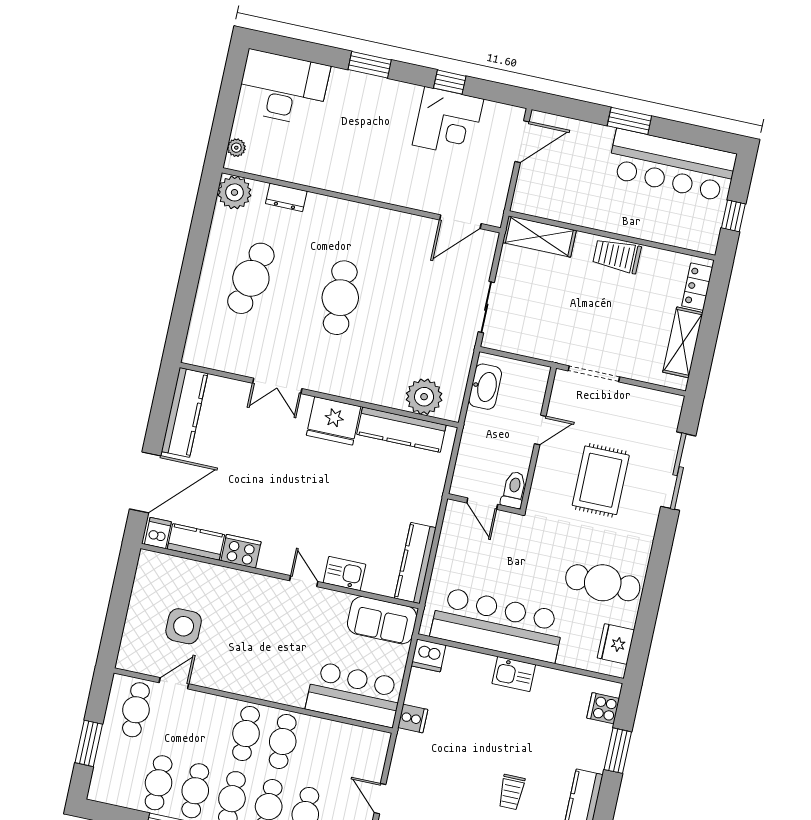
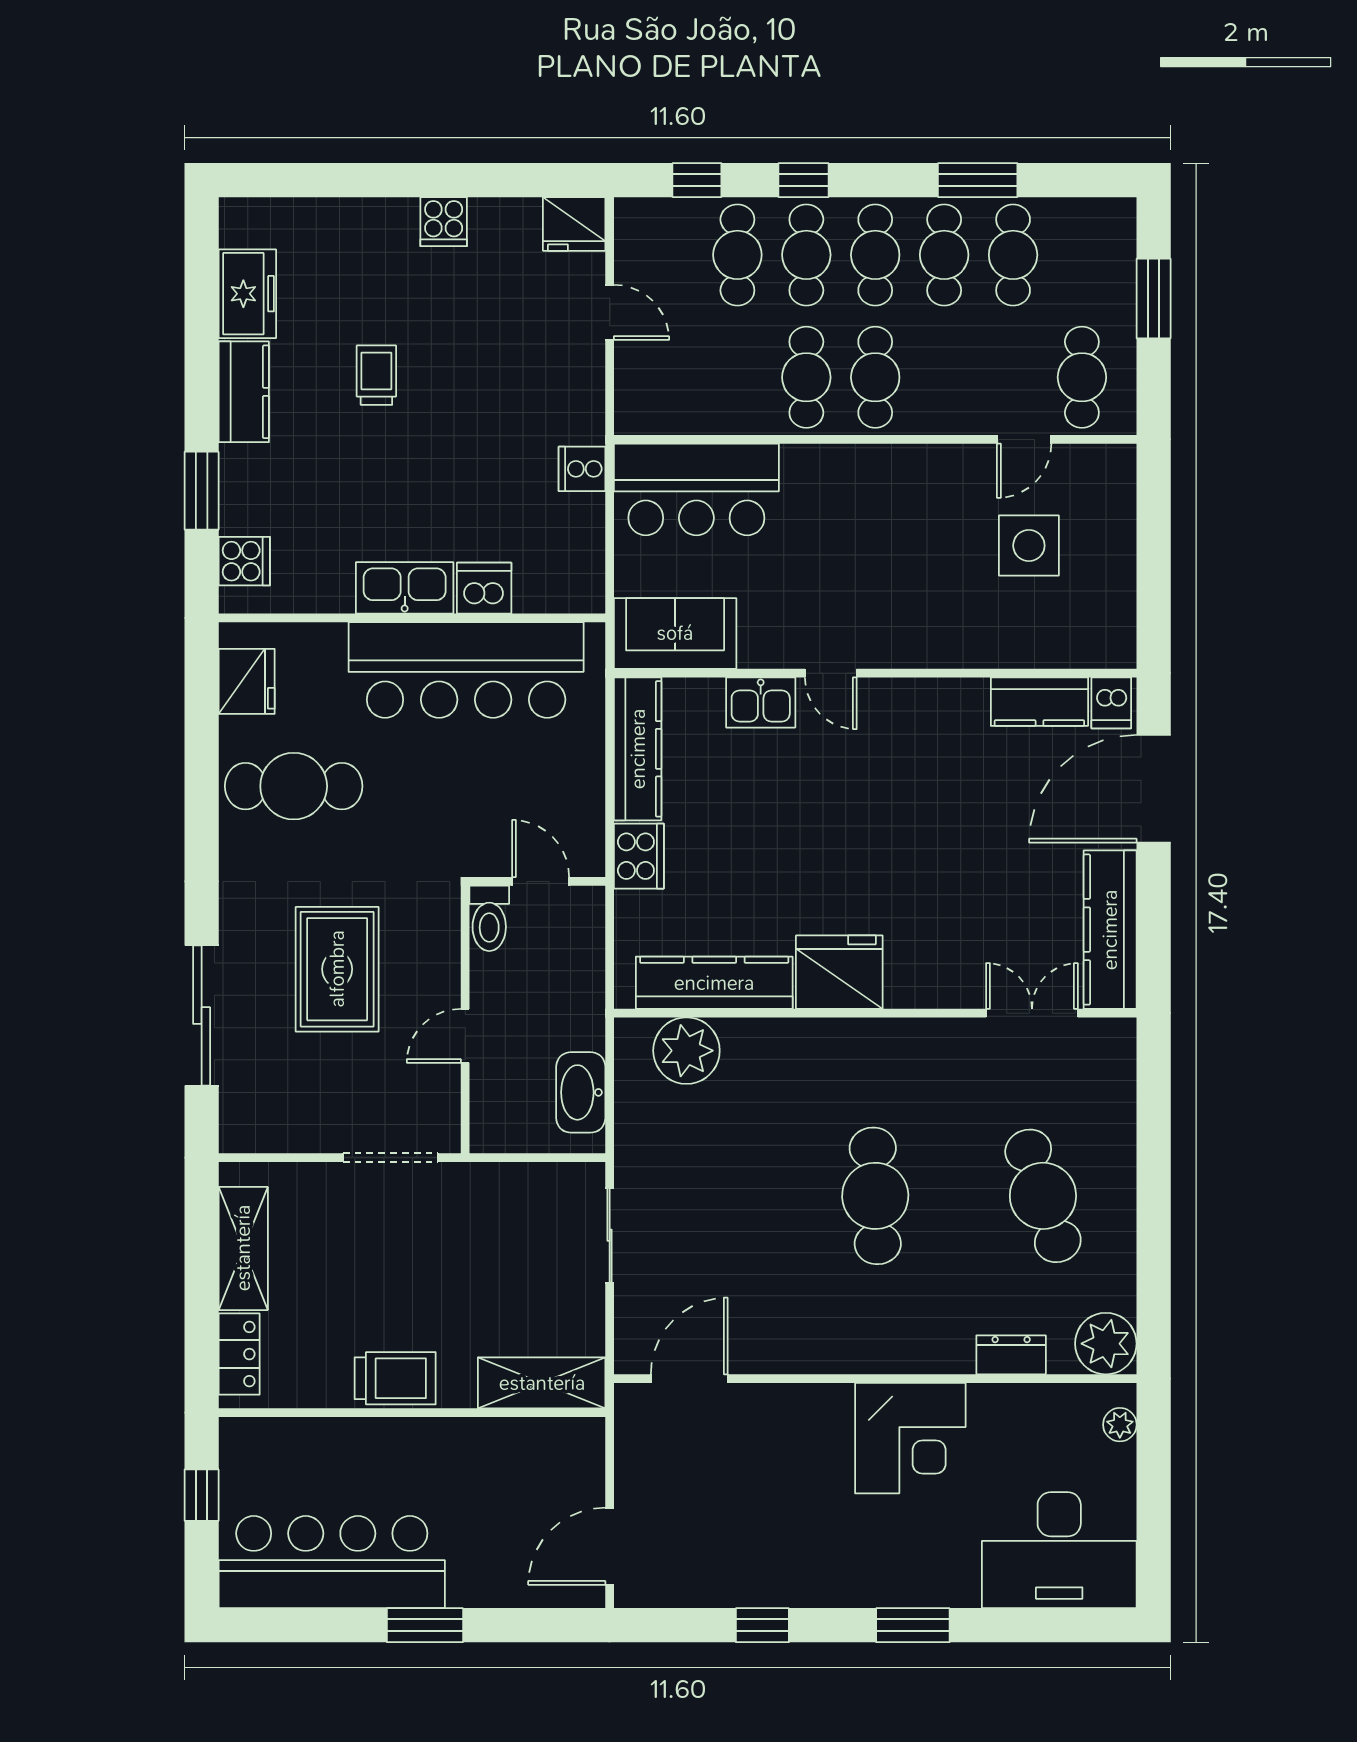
corner desk: (448, 122) -> (910, 1438), moved, turned 180
cafe table: (251, 278) -> (1043, 1196), turned -30
double door: (277, 386) -> (1032, 1013), moved
cooker: (241, 551) -> (639, 856), moved, turned -90
dishwasher: (428, 655) -> (484, 588), moved
kitchen sink: (514, 674) -> (405, 588), width x1.38

